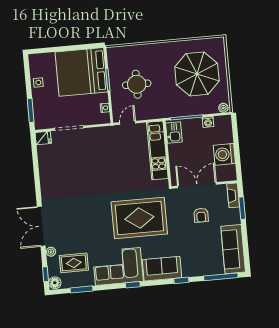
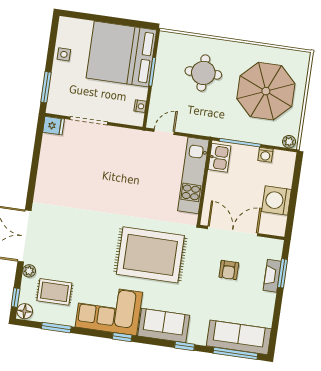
round table: (137, 84) -> (203, 73), moved
fireplace: (233, 195) -> (272, 276), moved
sofa: (233, 249) -> (239, 337), moved, turned 90

